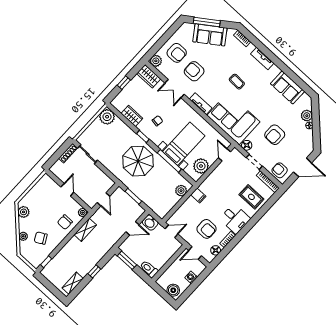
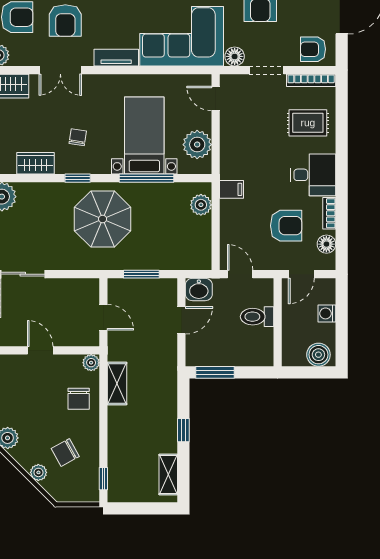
armchair: (194, 71) -> (65, 21), turned -90
door: (172, 231) -> (240, 274), hinge flipped
toilet: (149, 269) -> (257, 317), moved

